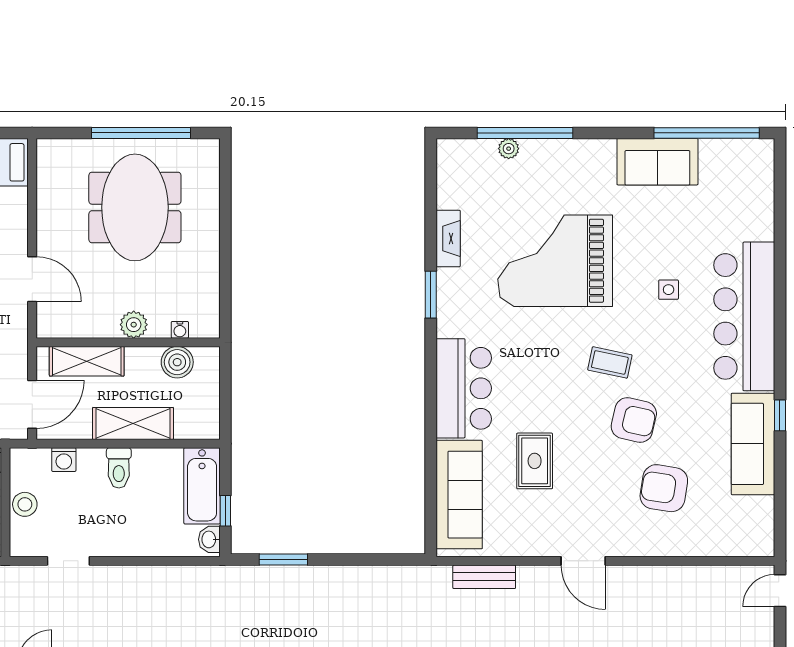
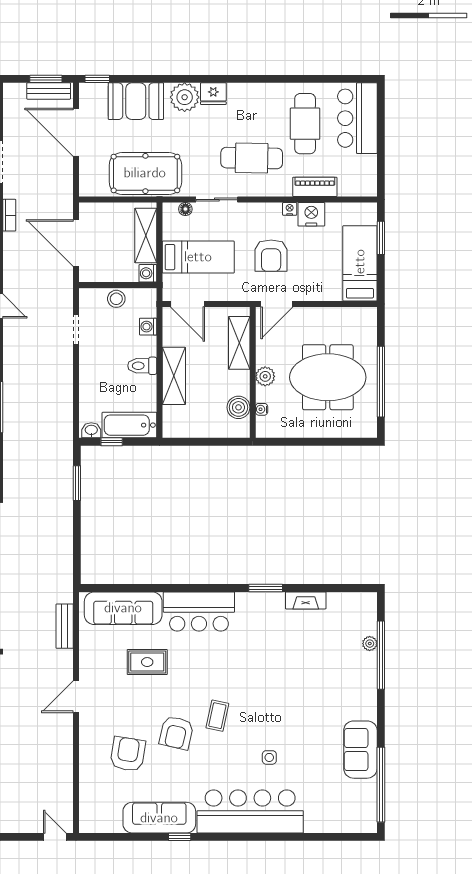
grand piano: (555, 261) -> (290, 677), removed
plant: (134, 325) -> (265, 376), moved
water cooler: (180, 330) -> (262, 409), moved
wall: (128, 342) -> (253, 372), moved
shelving: (87, 361) -> (239, 343), moved
boiler: (177, 362) -> (238, 407), moved

